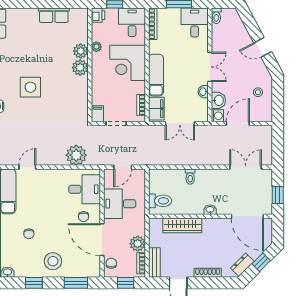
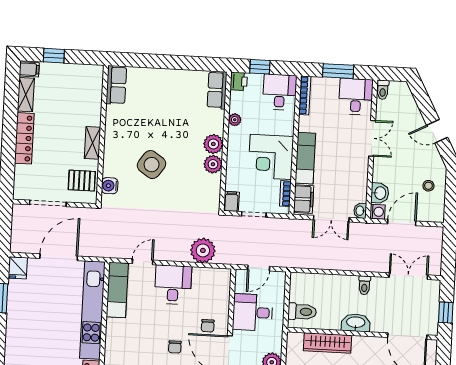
row of seats: (54, 15) -> (217, 90), moved, turned 90
plant: (81, 51) -> (213, 164), moved
corner desk: (128, 63) -> (271, 157), moved
double door: (210, 67) -> (372, 138), moved
side table: (30, 87) -> (152, 165), turned 35
washbasin: (203, 92) -> (360, 211), moved
toilet: (190, 177) -> (364, 285), moved
desk: (85, 189) -> (173, 285), moved, turned -90
washbasin: (210, 210) -> (356, 323), width x1.91, depth x1.45
chair: (29, 234) -> (175, 347), moved

